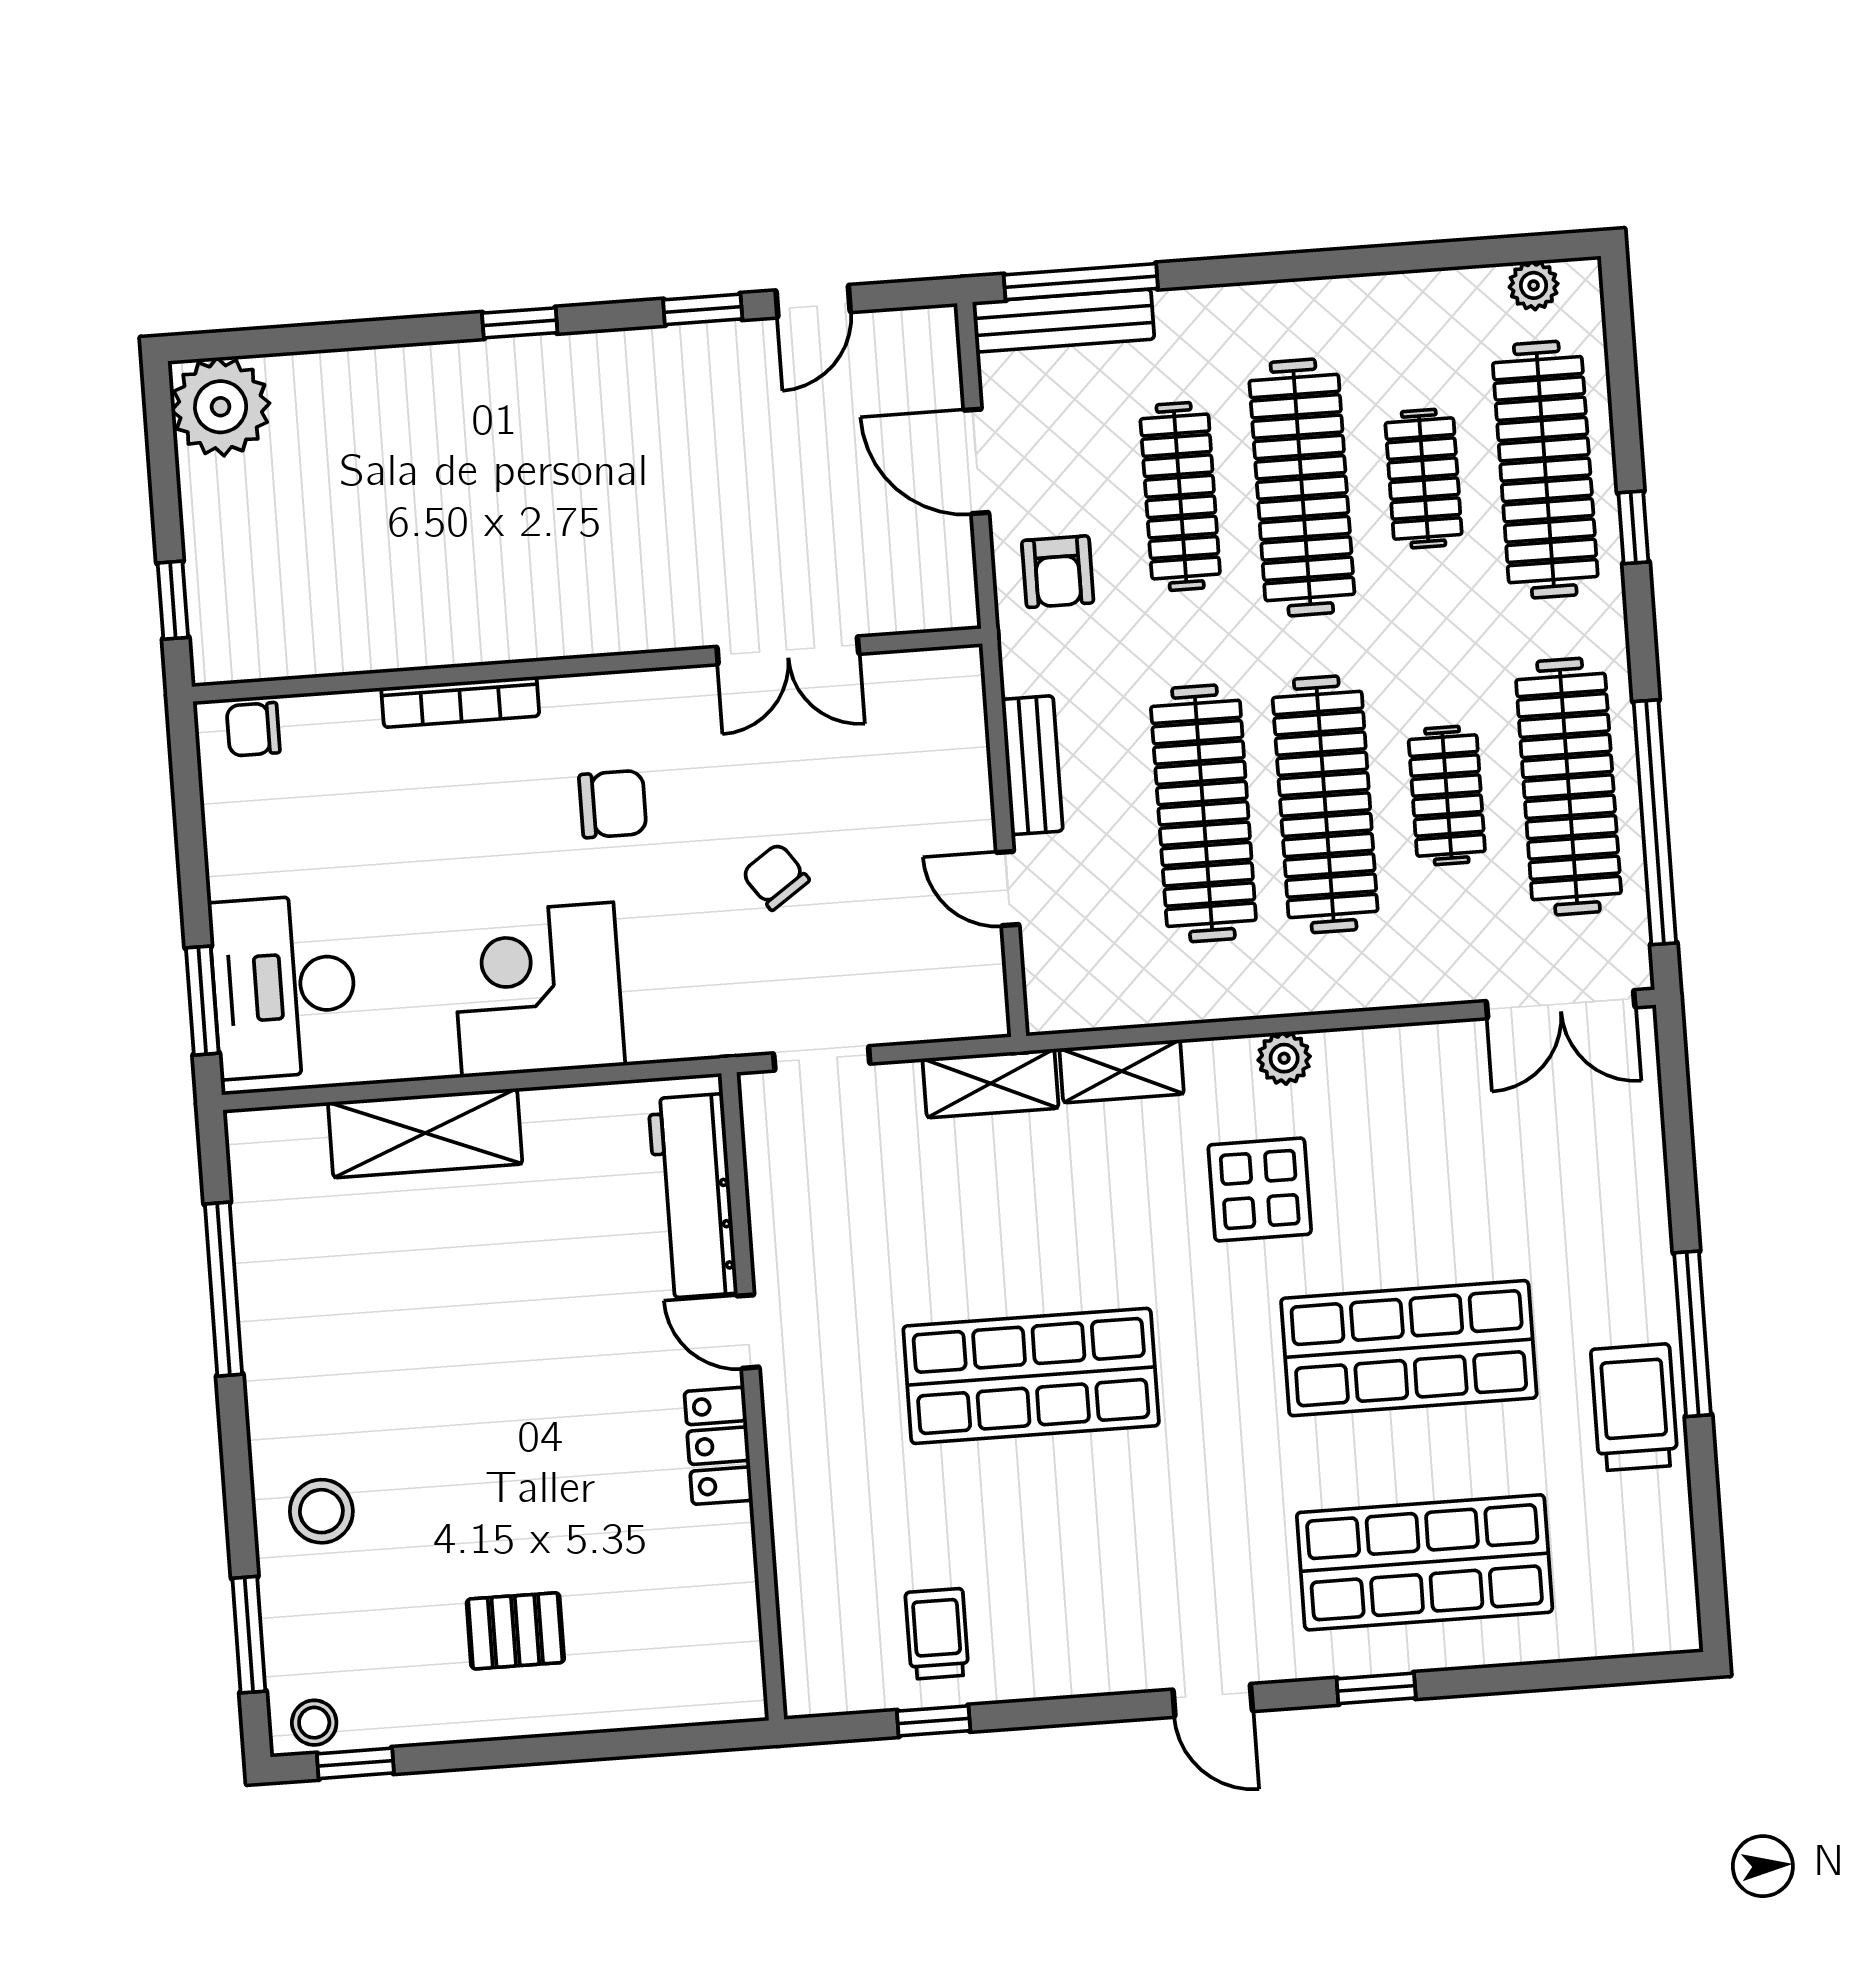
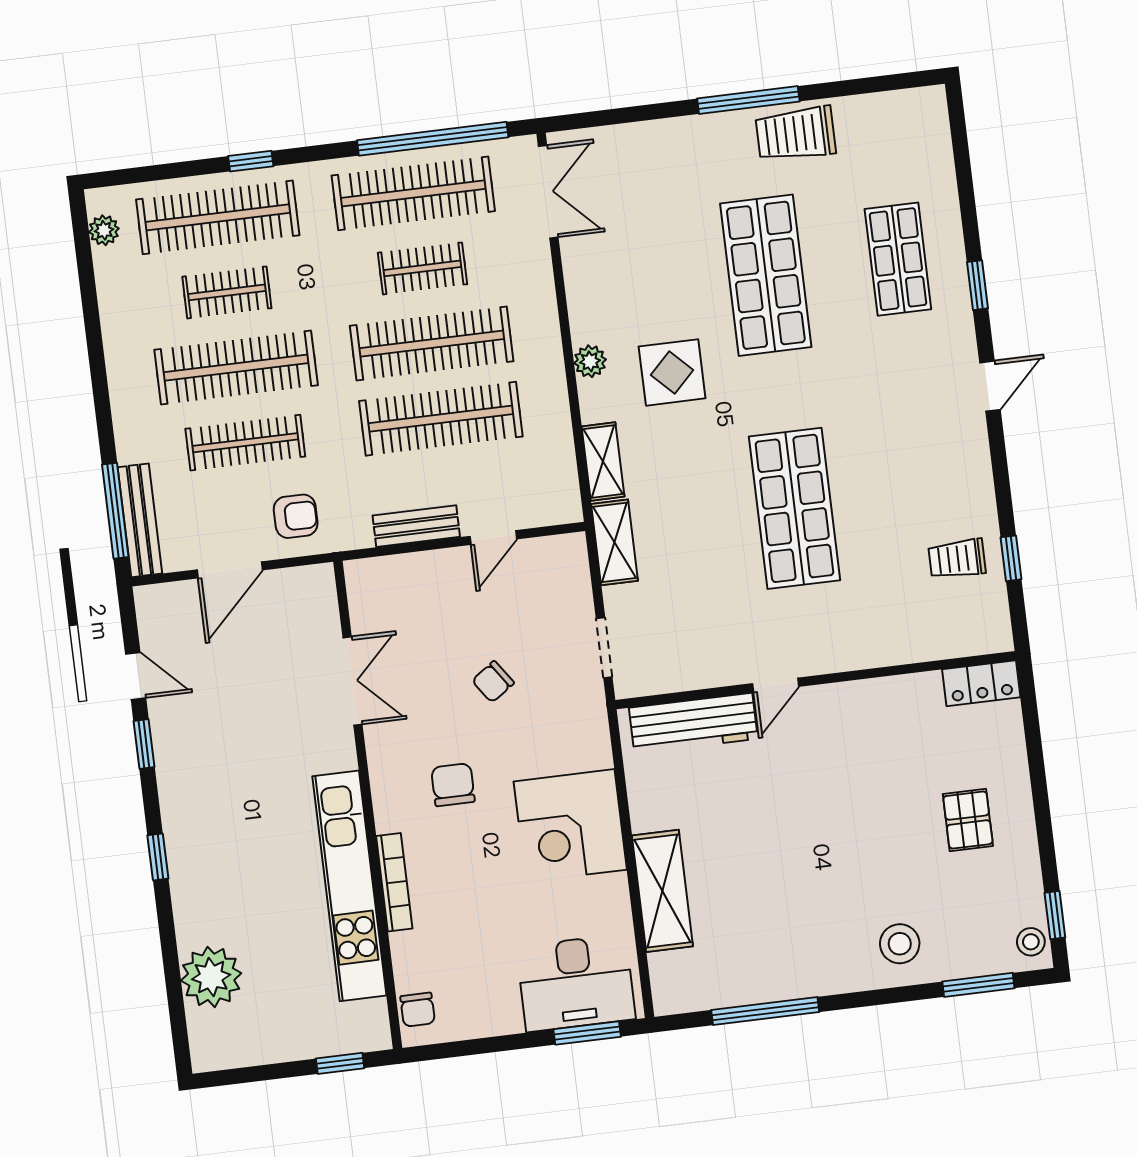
plant: (221, 407) -> (211, 977), moved
kitchen unit: (458, 629) -> (349, 886), added
locker: (719, 1446) -> (981, 683), moved
shop shelf: (1425, 1562) -> (898, 259), width x0.70, depth x0.74

